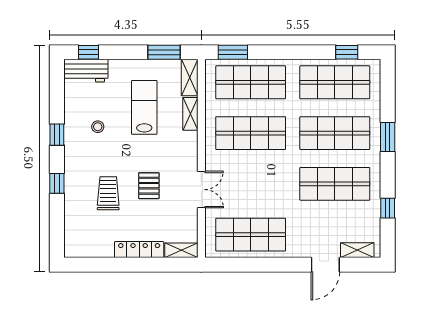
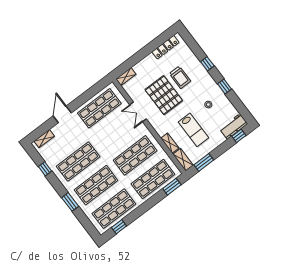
pallet: (149, 186) -> (164, 95), width x2.05, depth x2.00
locker: (139, 250) -> (165, 47), moved
door: (325, 265) -> (62, 114), moved

